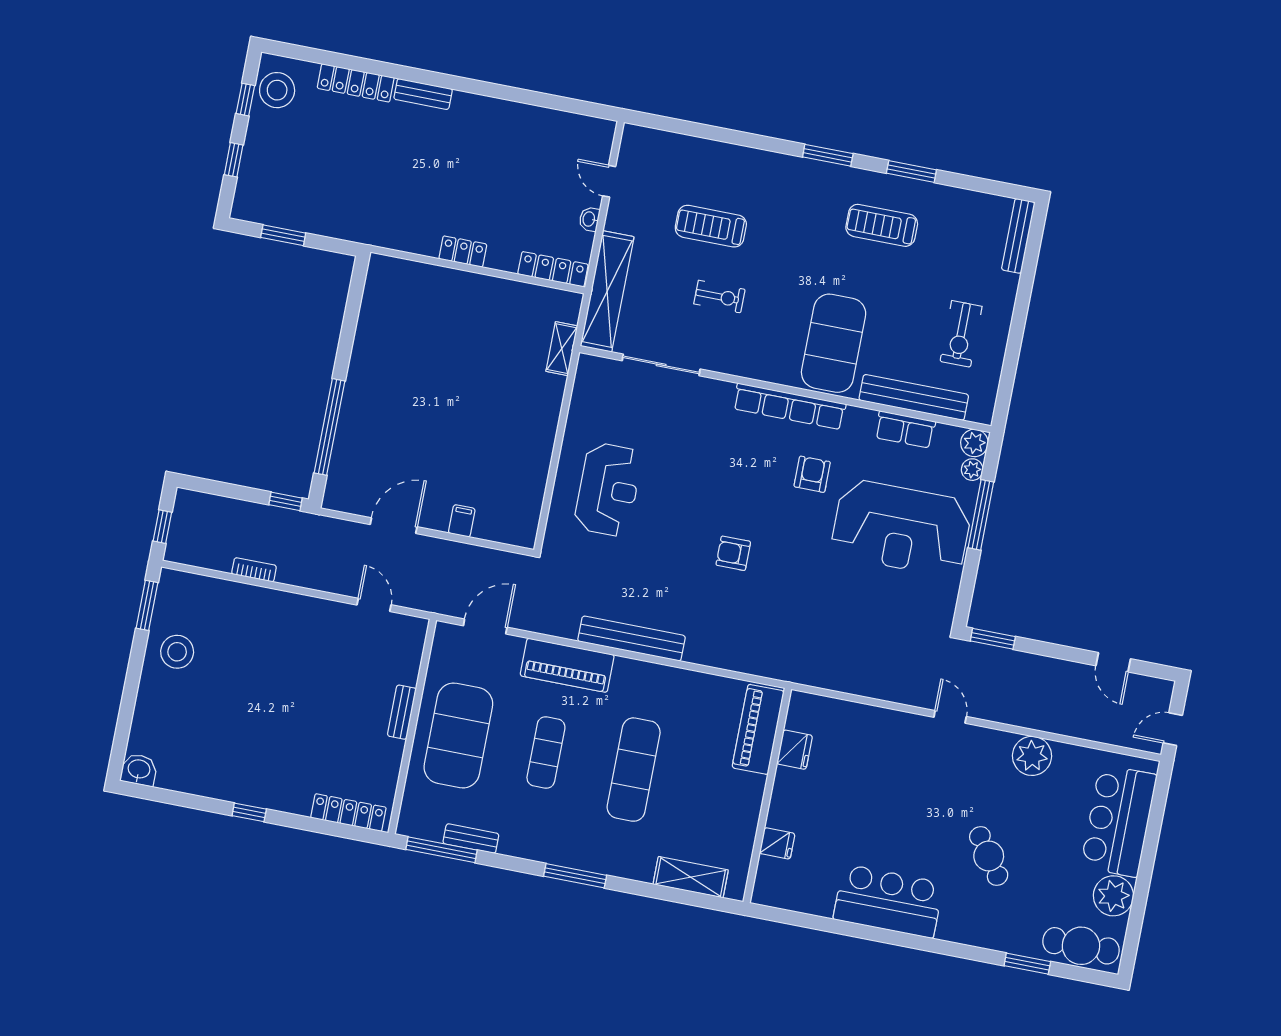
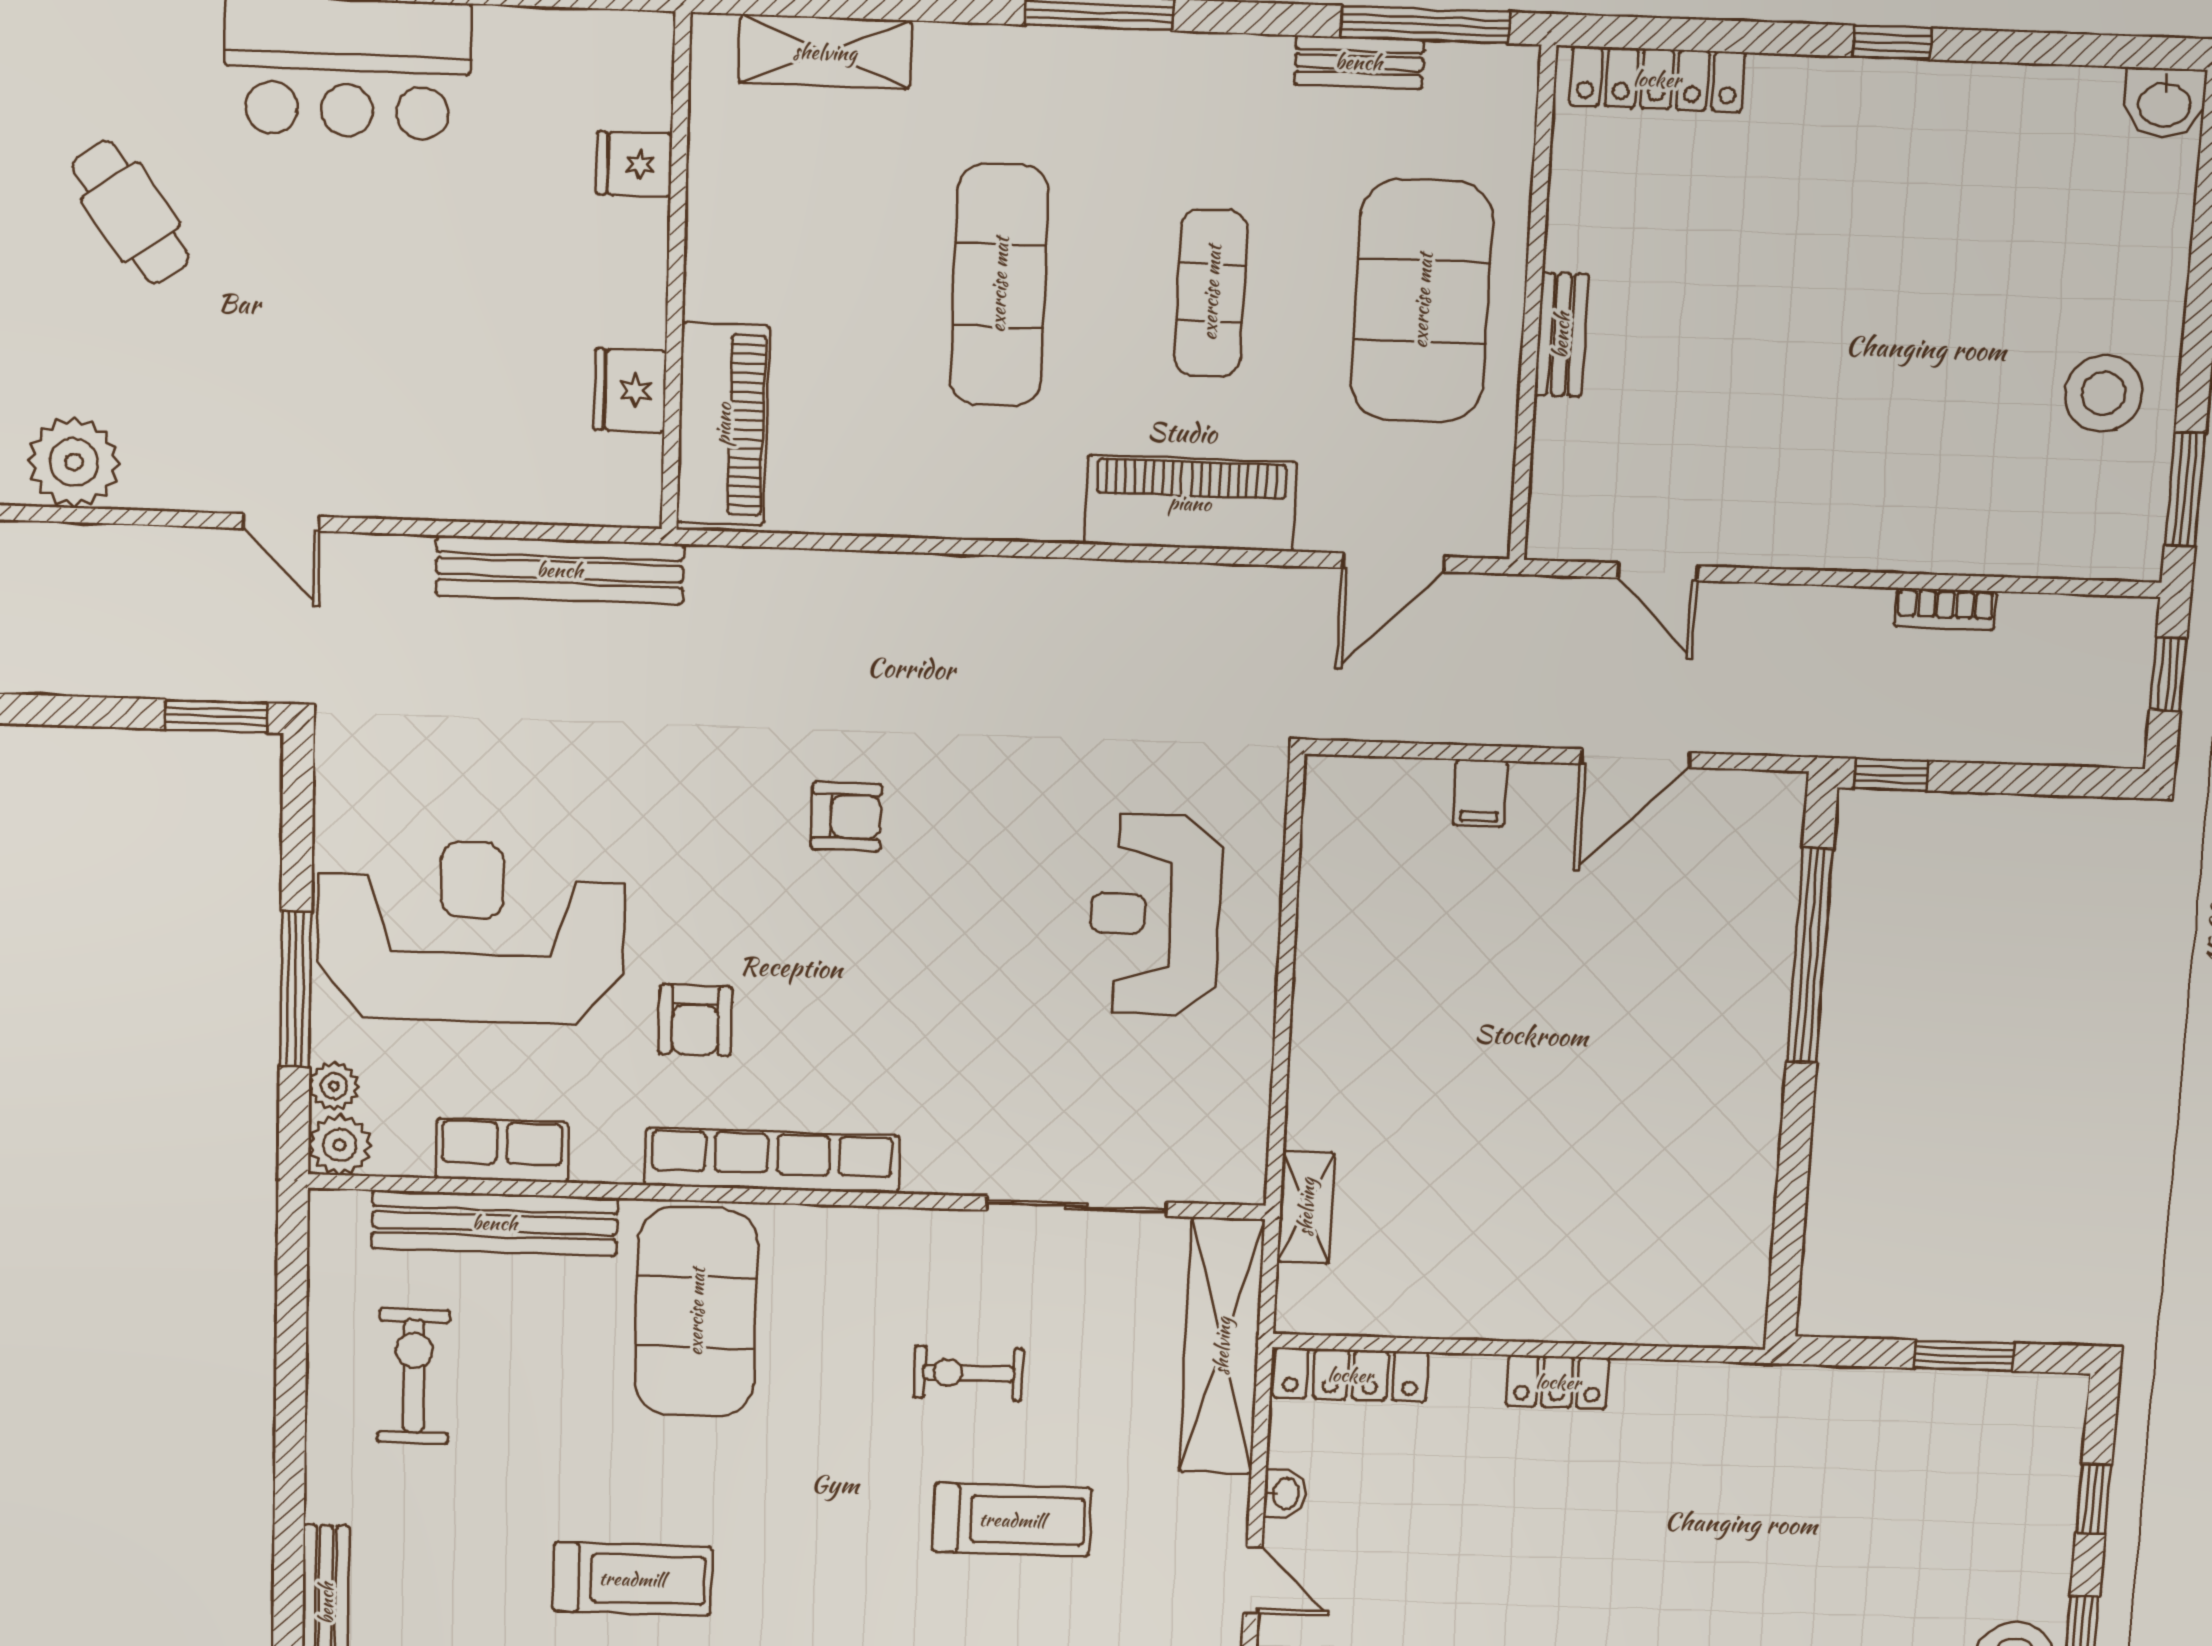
bench: (632, 639) -> (560, 570), moved

